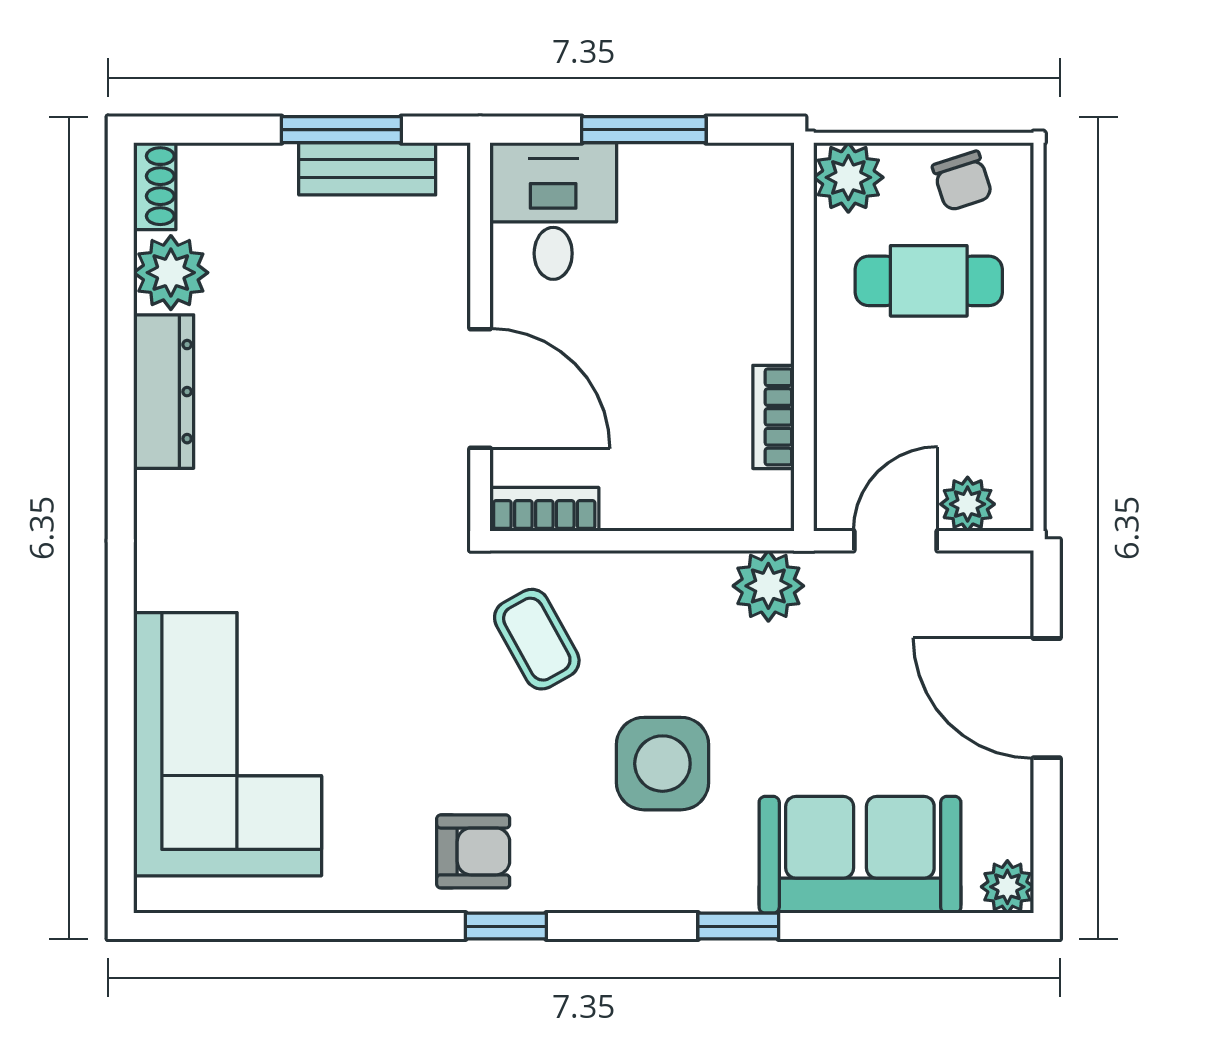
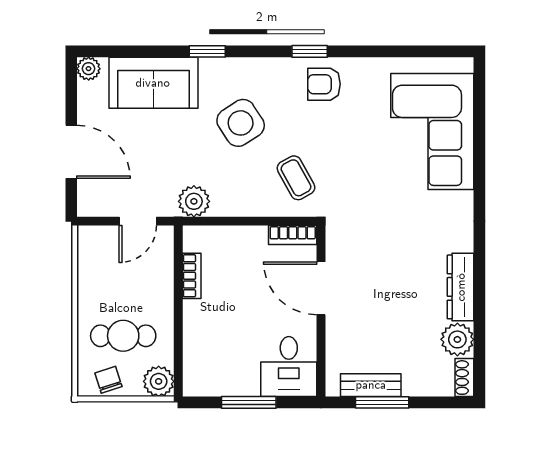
plant: (968, 504) -> (106, 237), removed
side table: (662, 764) -> (241, 123), turned -33

